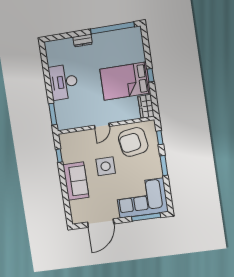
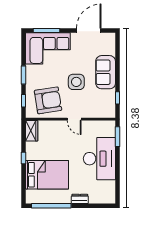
bed: (125, 81) -> (47, 175), moved
desk: (63, 82) -> (99, 159), width x1.36, depth x1.30
door: (102, 126) -> (74, 119), swing flipped

